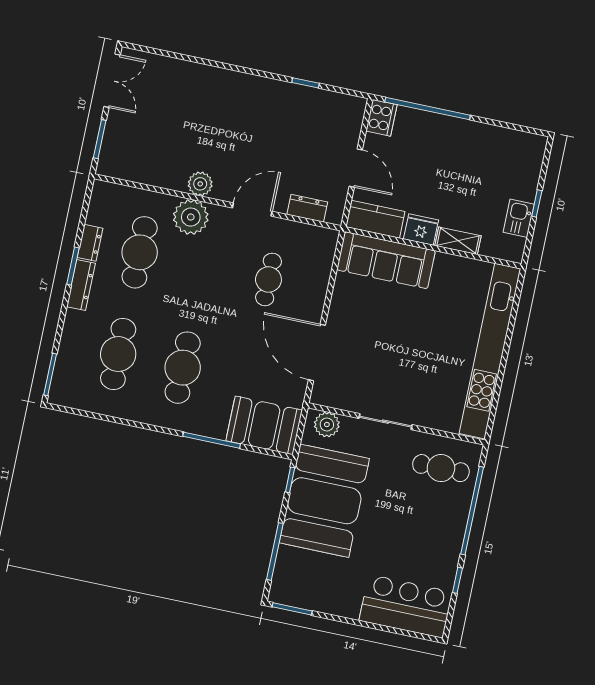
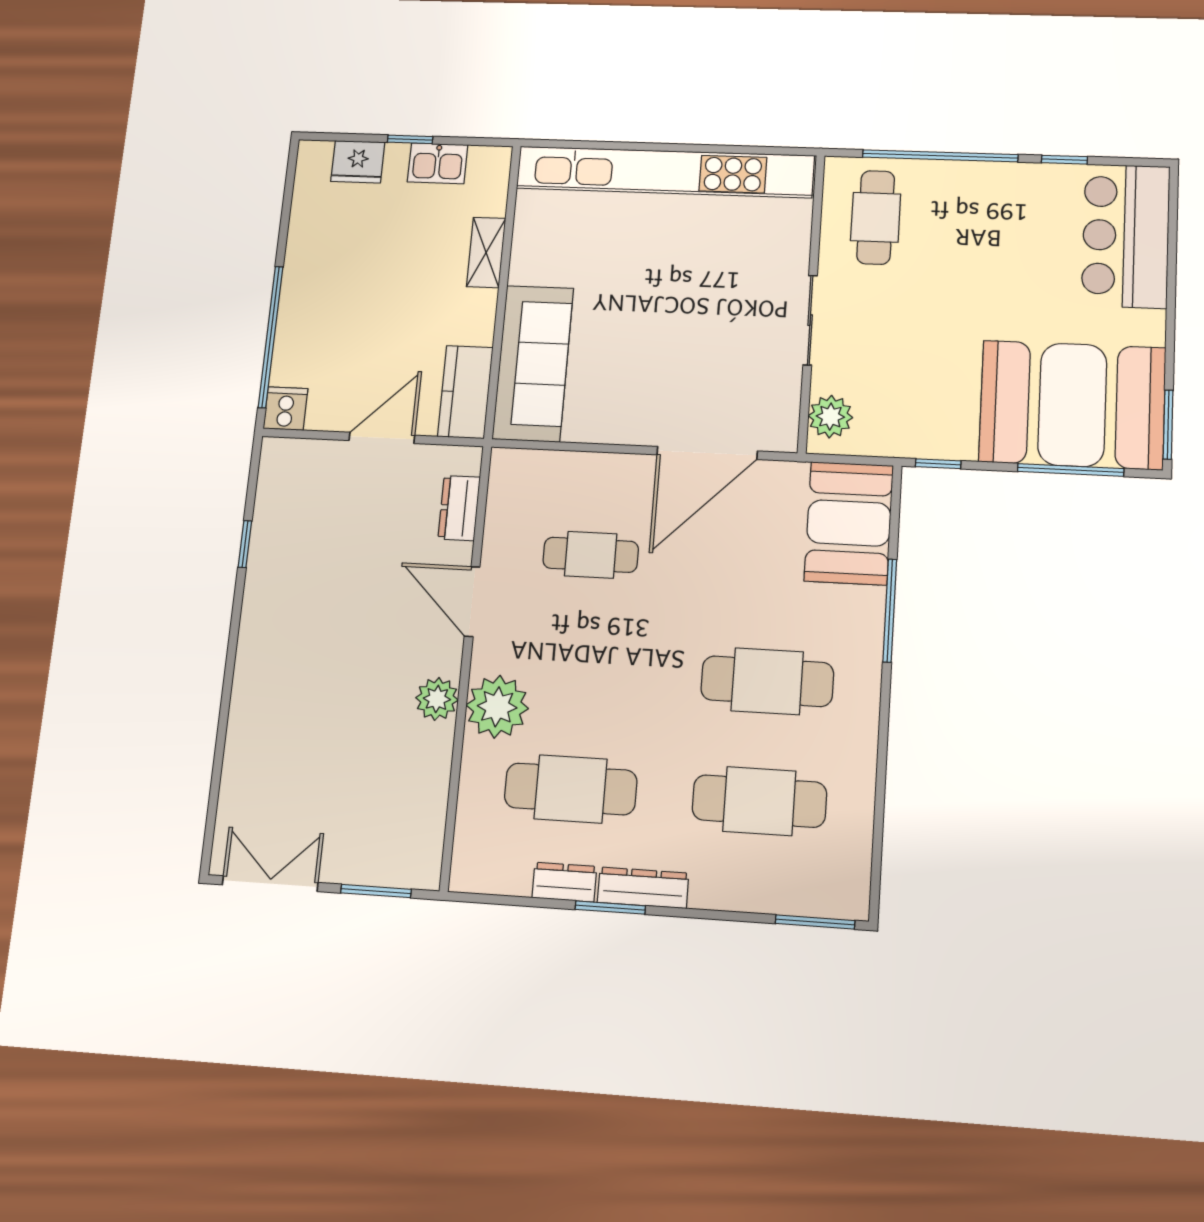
cooker: (381, 118) -> (286, 409), width x0.73
fridge: (421, 230) -> (358, 162), moved, turned -90
booth: (324, 501) -> (1072, 405), moved

